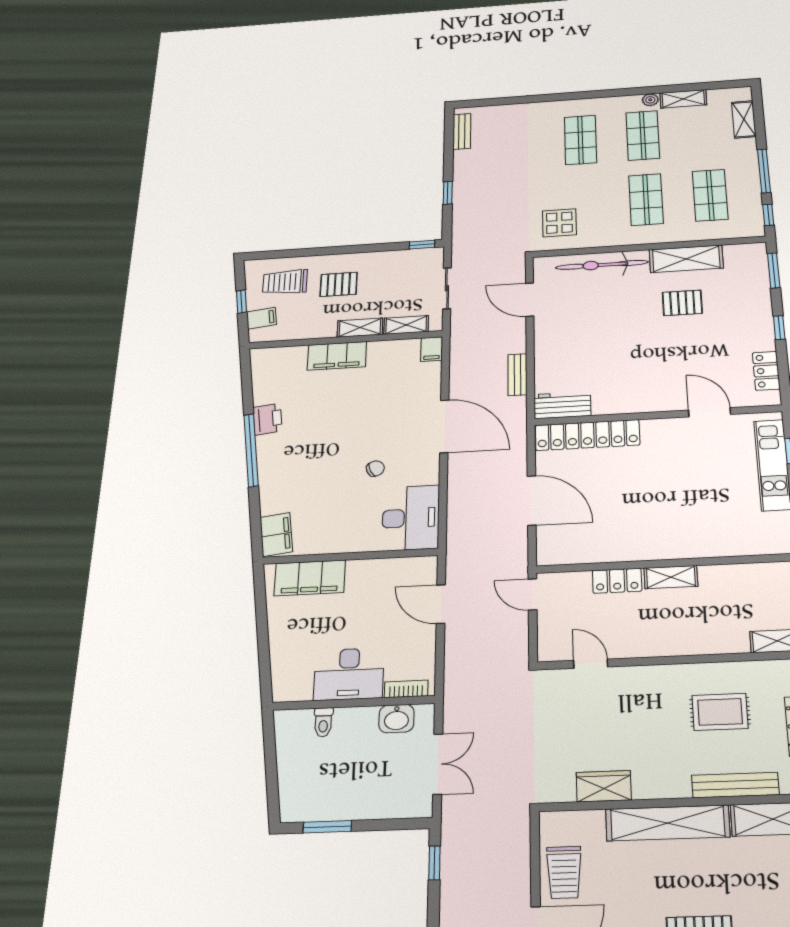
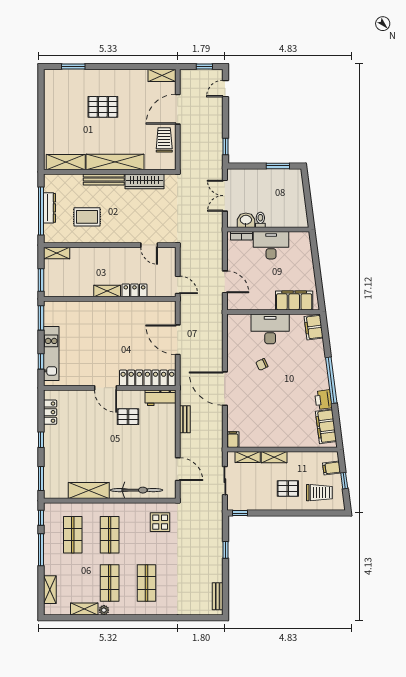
pallet: (682, 303) -> (128, 417), moved
filing cabinet: (337, 356) -> (326, 426), moved, turned -97
door: (710, 412) -> (106, 388), moved
desk: (411, 518) -> (270, 329), moved, turned 90
toilet: (323, 722) -> (260, 220), moved
bench: (735, 785) -> (104, 180), moved
wardrobe: (604, 786) -> (144, 181), width x1.50

